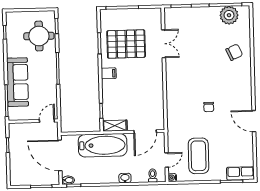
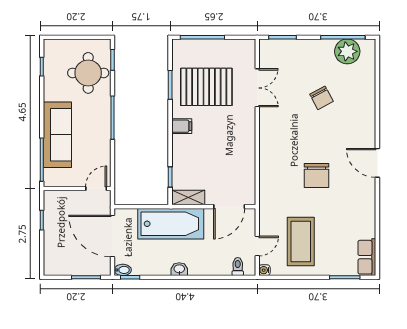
chair: (234, 52) -> (321, 98), moved, turned 86
chair: (209, 107) -> (316, 175), width x1.87, depth x1.87
door: (254, 121) -> (377, 163), moved
row of seats: (240, 173) -> (367, 257), moved, turned -90
washbasin: (125, 178) -> (179, 269), moved

